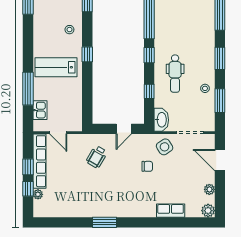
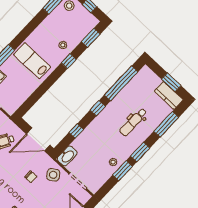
window: (87, 54) -> (69, 61), moved
dental chair: (175, 74) -> (133, 122), moved
window: (220, 101) -> (123, 171), moved
door: (124, 129) -> (38, 139), width x1.88

